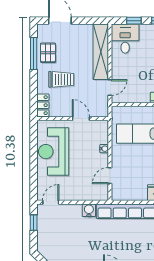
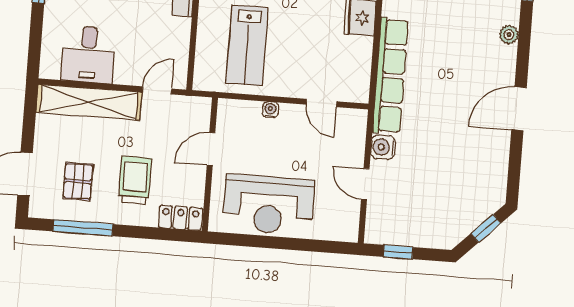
window: (134, 21) -> (36, 36), removed
desk: (125, 39) -> (88, 55), moved, turned -90
pallet: (48, 53) -> (78, 181), moved, turned 90
door: (110, 87) -> (157, 90), hinge flipped
door: (51, 202) -> (365, 184), moved

